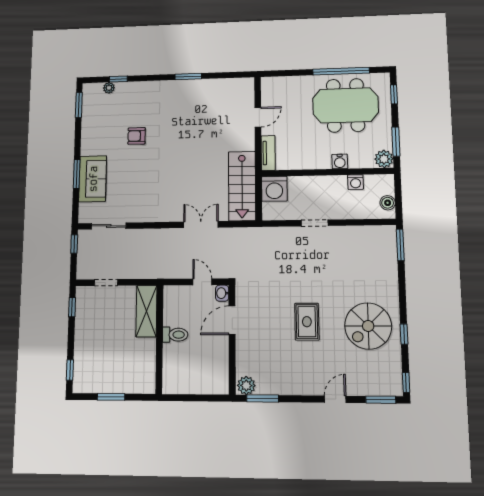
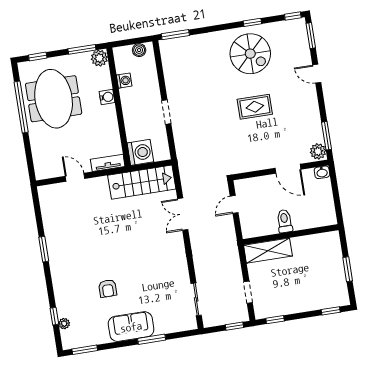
sofa: (93, 179) -> (131, 327), moved
window: (74, 244) -> (234, 326), moved
washbasin: (222, 293) -> (322, 172), moved
door: (232, 320) -> (288, 169), moved

